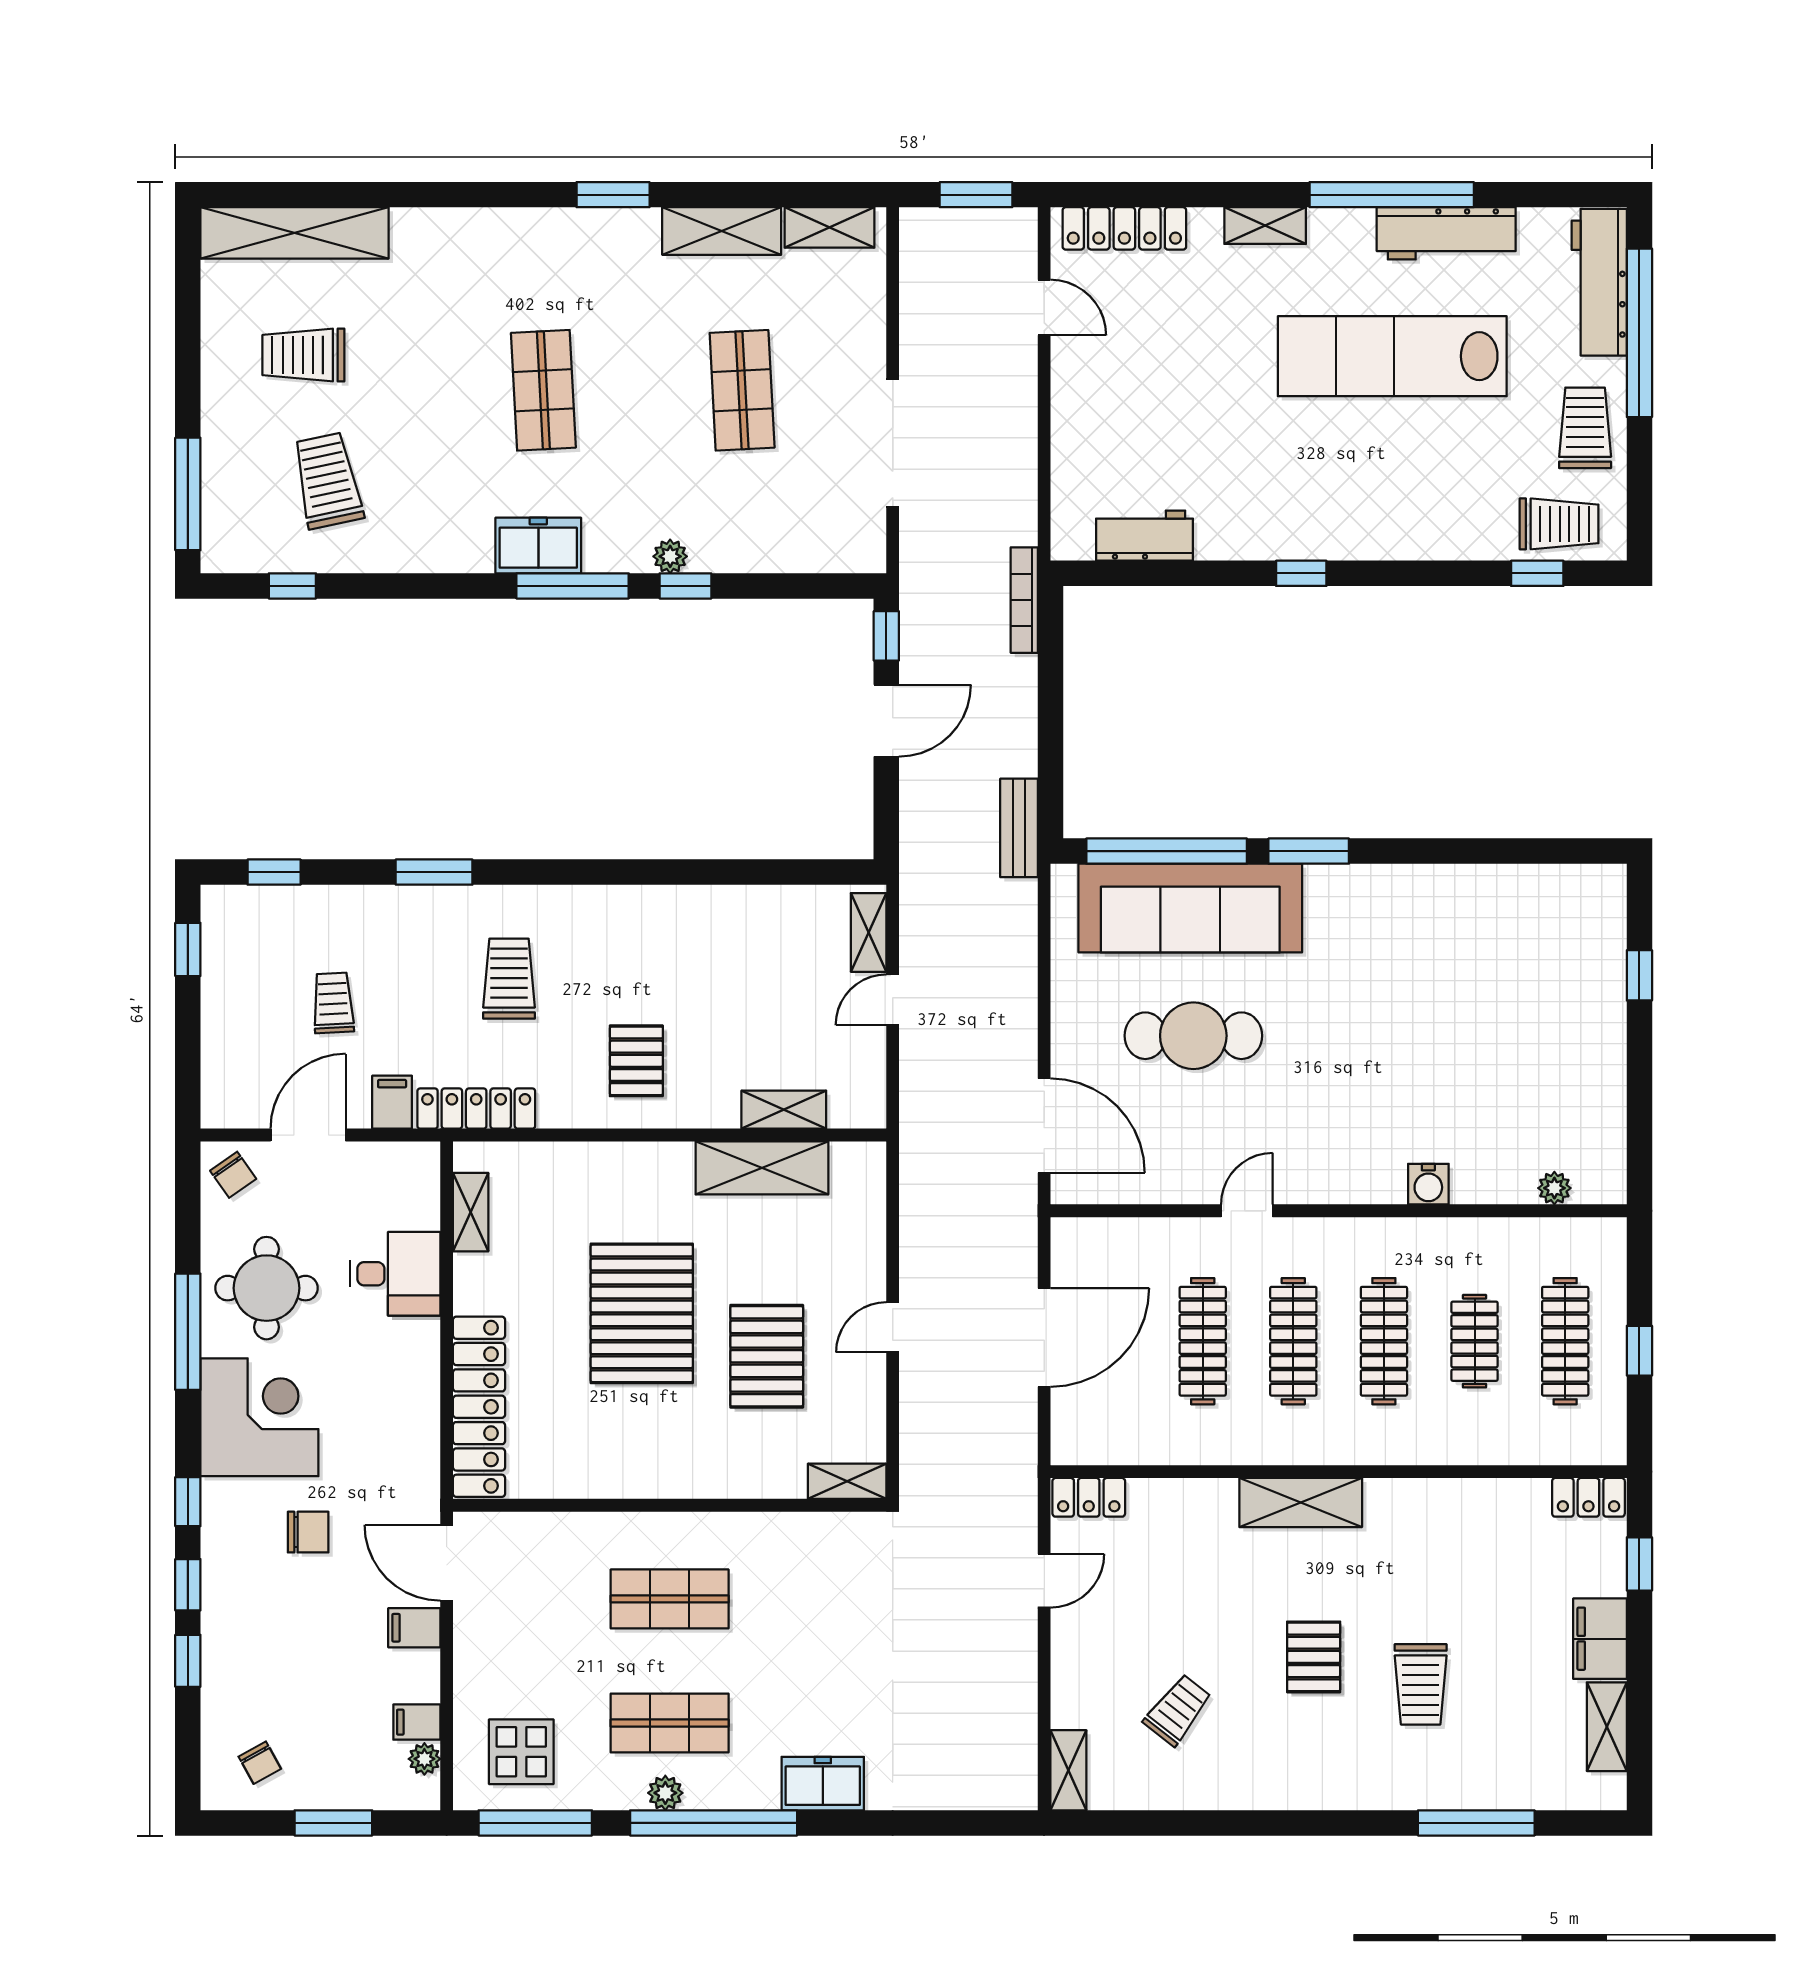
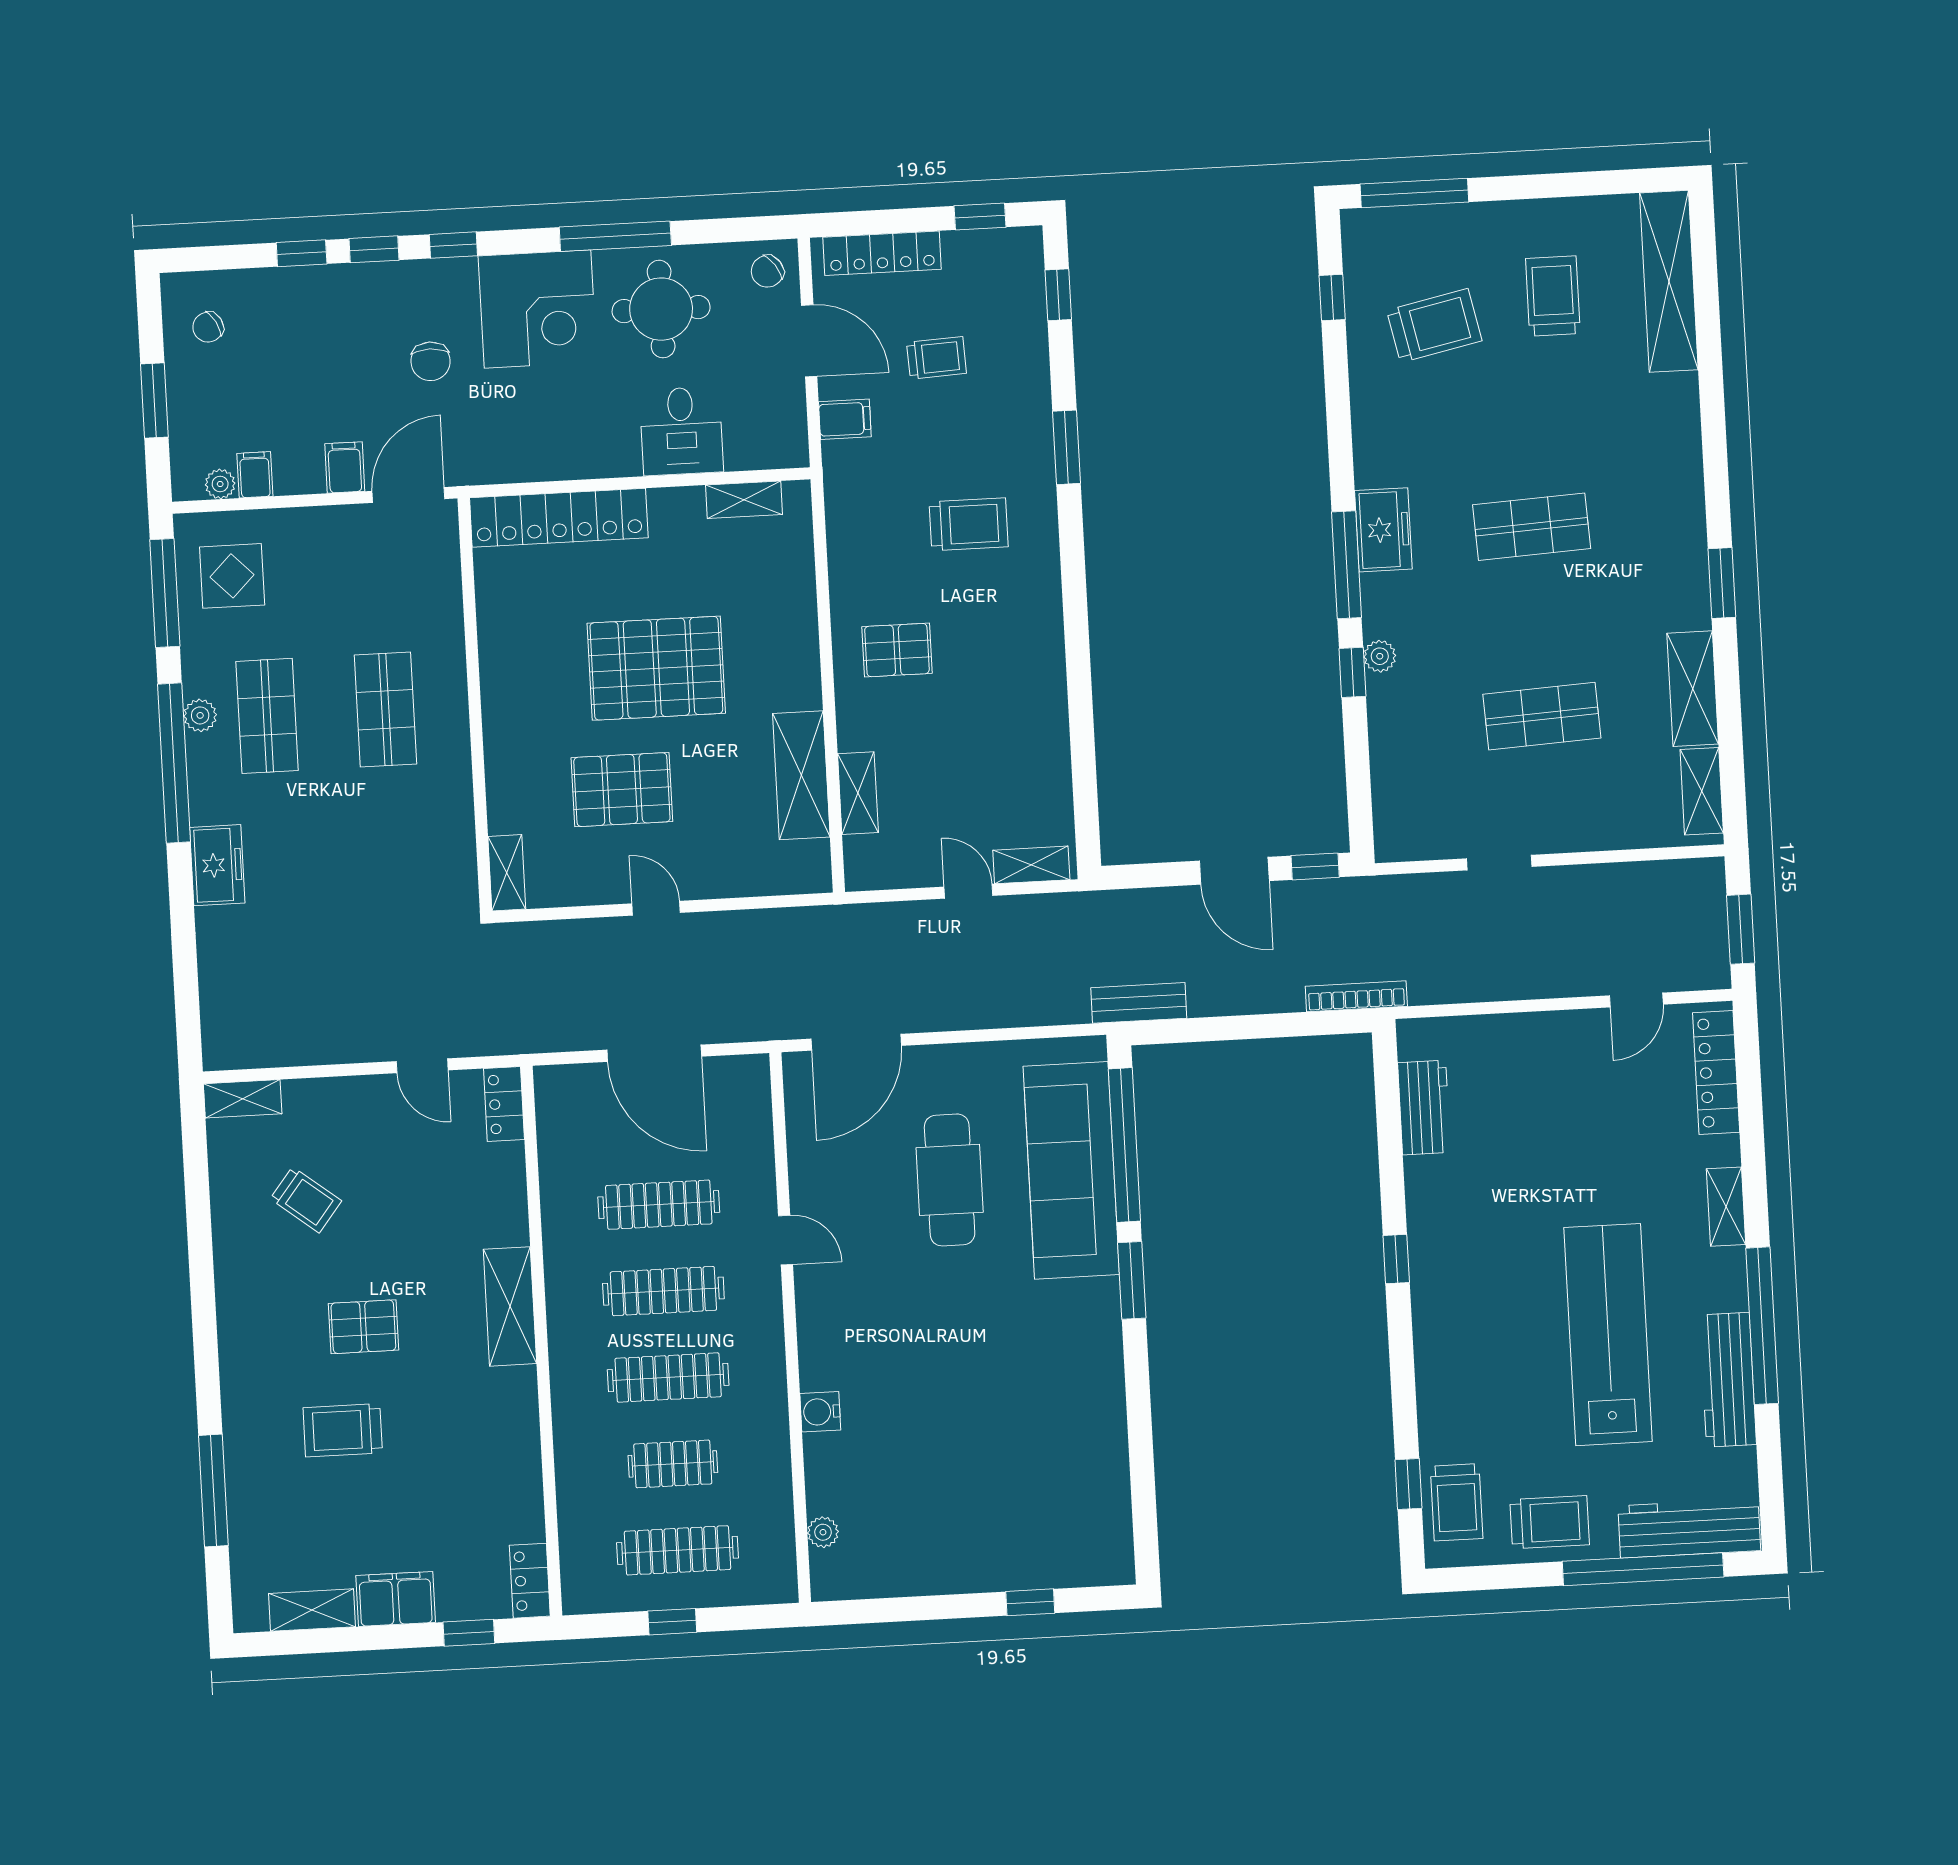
doorway: (893, 443) -> (1499, 863), width x0.53
locker: (476, 1109) -> (882, 253), moved, turned 90

